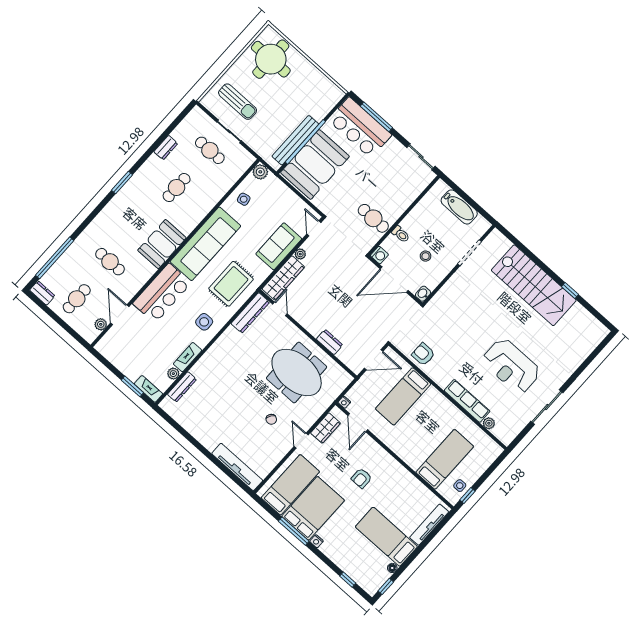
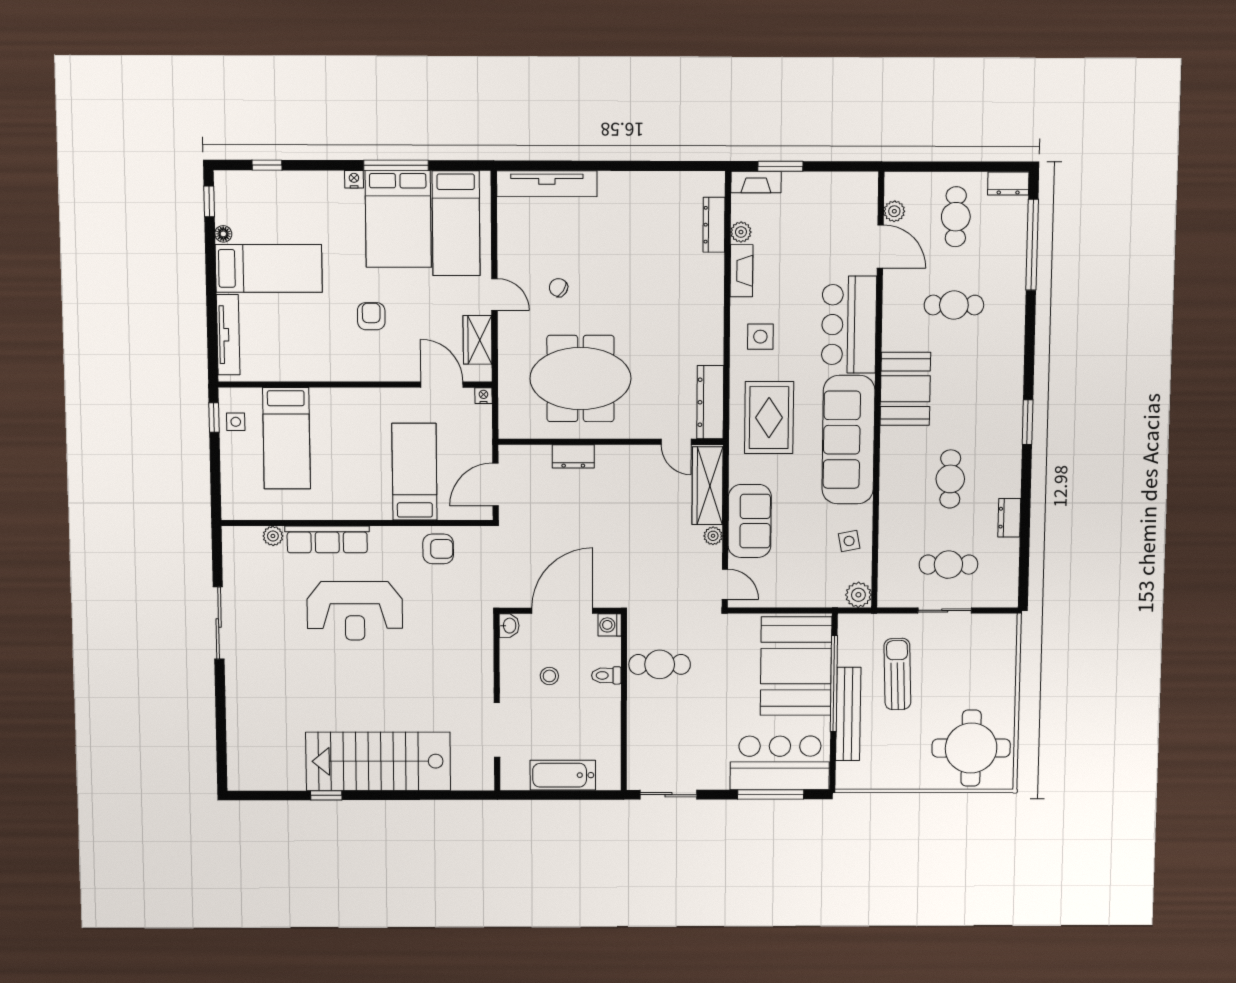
sun lounger: (238, 102) -> (897, 674), moved, turned 88
bench: (295, 140) -> (848, 714), moved
reception desk: (511, 366) -> (355, 611), moved, turned 180

